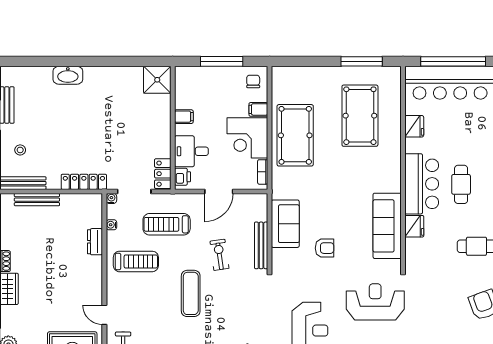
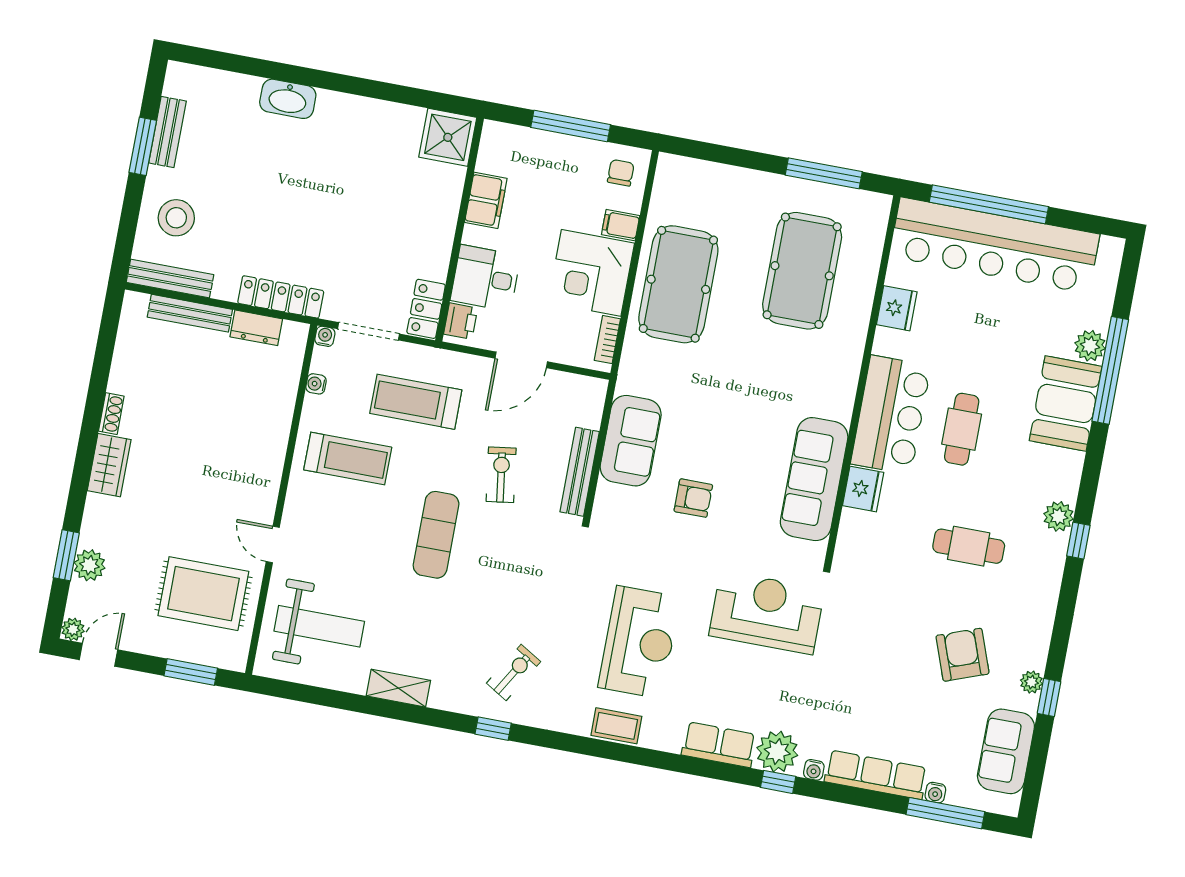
filing cabinet: (184, 117) -> (486, 200), width x2.00
stool: (20, 150) -> (176, 218), width x1.89, depth x1.89
dresser: (95, 242) -> (256, 328), moved, turned -90

